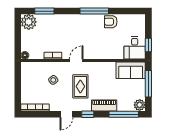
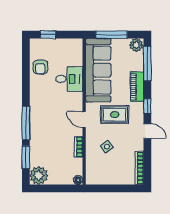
window: (94, 11) -> (26, 123), moved
armchair: (111, 22) -> (40, 67), moved
window: (148, 45) -> (48, 35), moved
desk: (135, 48) -> (69, 79), moved
sofa: (131, 70) -> (98, 70), width x1.85, depth x1.27

